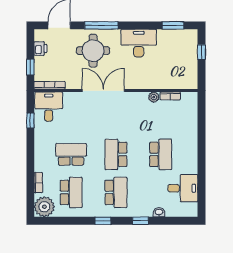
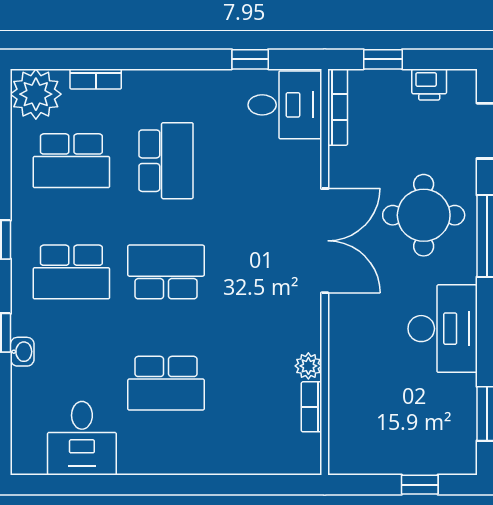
washbasin: (159, 212) -> (22, 352), moved

